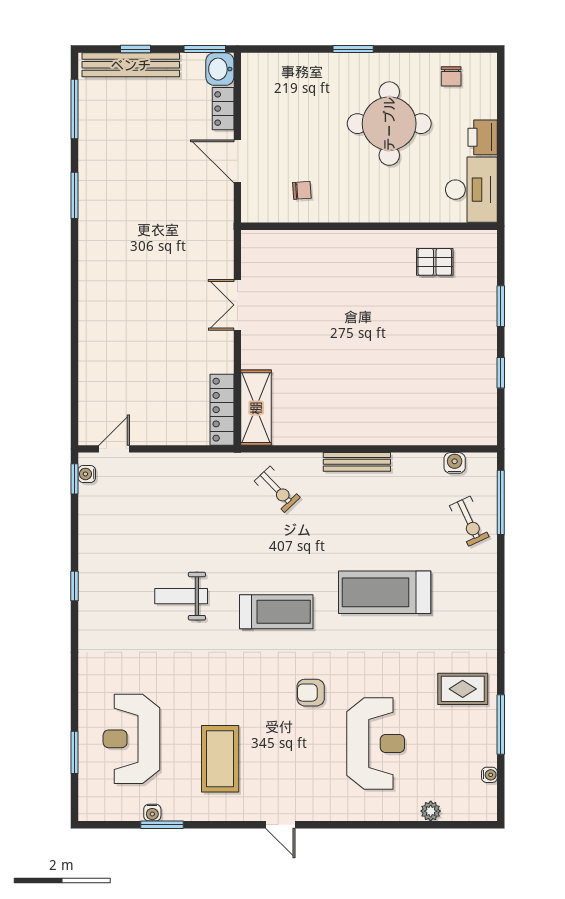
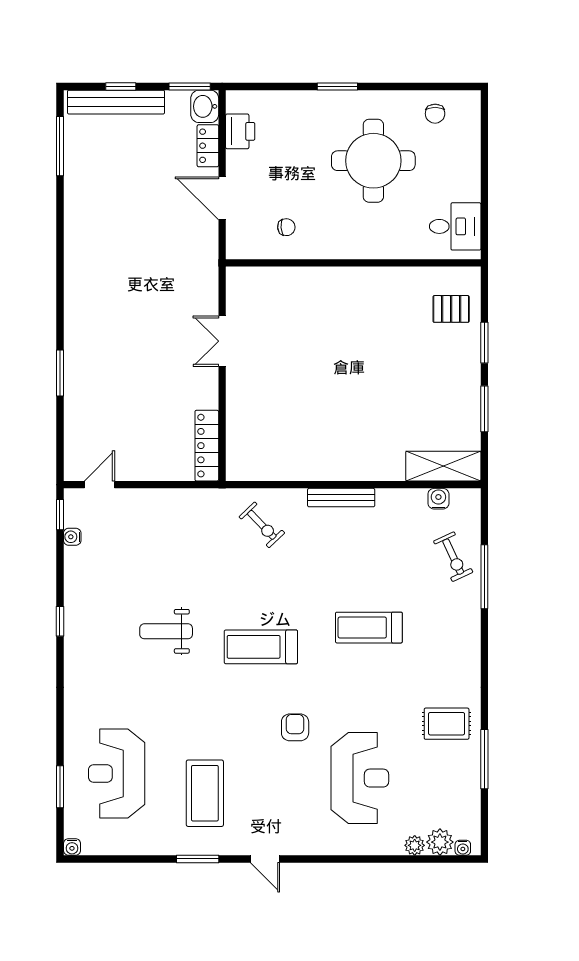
printer: (483, 137) -> (240, 131), moved, turned 180
desk: (471, 190) -> (455, 226), width x0.73
window: (75, 195) -> (60, 373), moved
pallet: (435, 262) -> (451, 309), moved
window: (501, 373) -> (484, 409), width x1.50
shelving: (256, 408) -> (443, 466), moved, turned 90
water cooler: (87, 474) -> (72, 537), moved
window: (501, 502) -> (484, 577), moved
treadmill: (385, 592) -> (369, 628), width x0.73, depth x0.73
treadmill: (276, 612) -> (261, 647), turned 180
armchair: (311, 693) -> (295, 727), turned 90
water cooler: (489, 775) -> (463, 848), moved, turned 90
plant: (456, 808) -> (440, 842), added
water cooler: (152, 813) -> (72, 847), moved
window: (162, 825) -> (198, 859), moved

